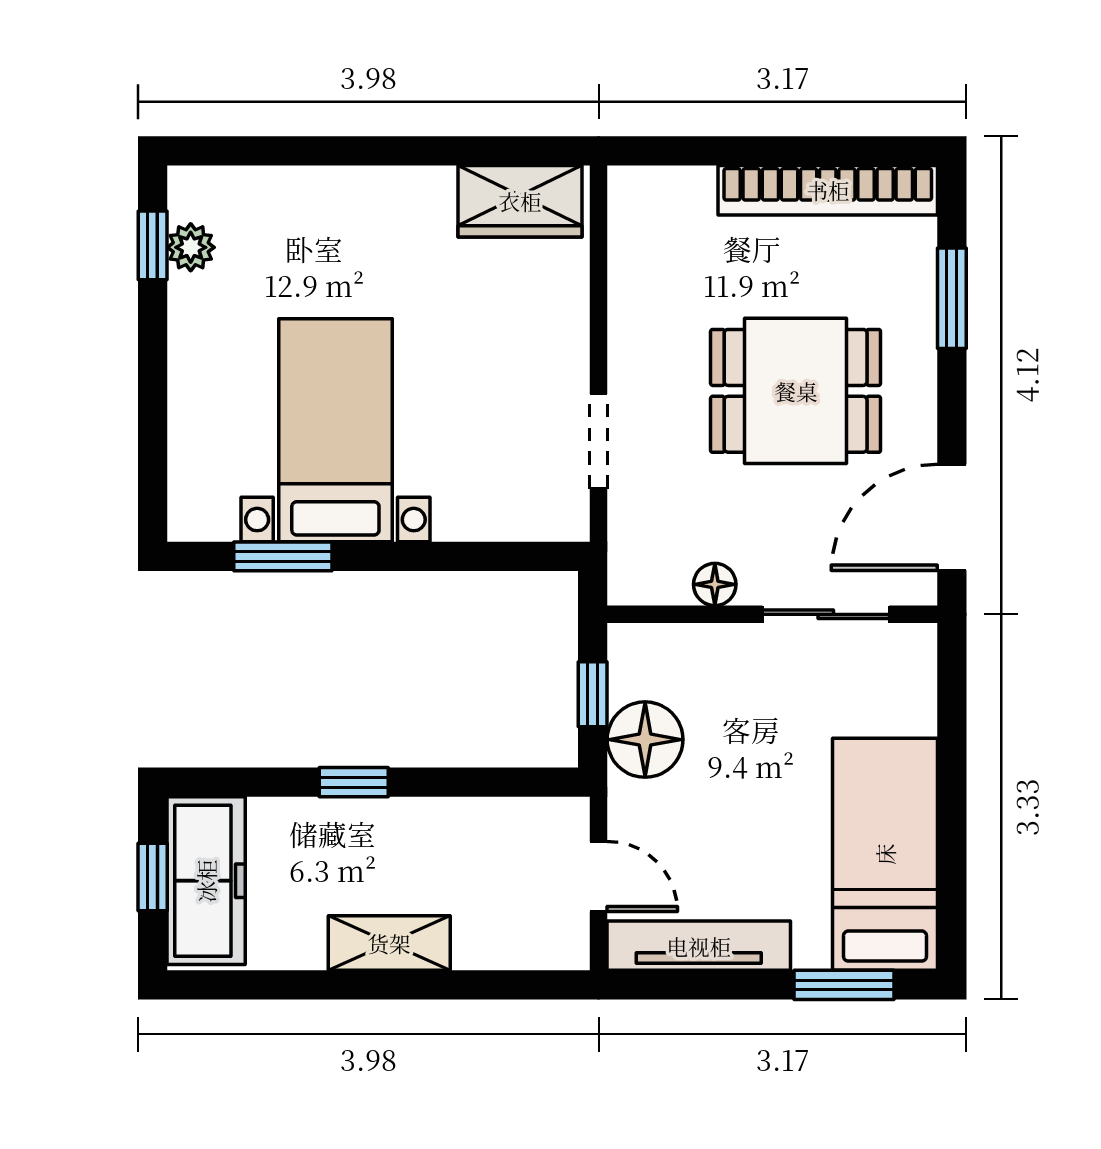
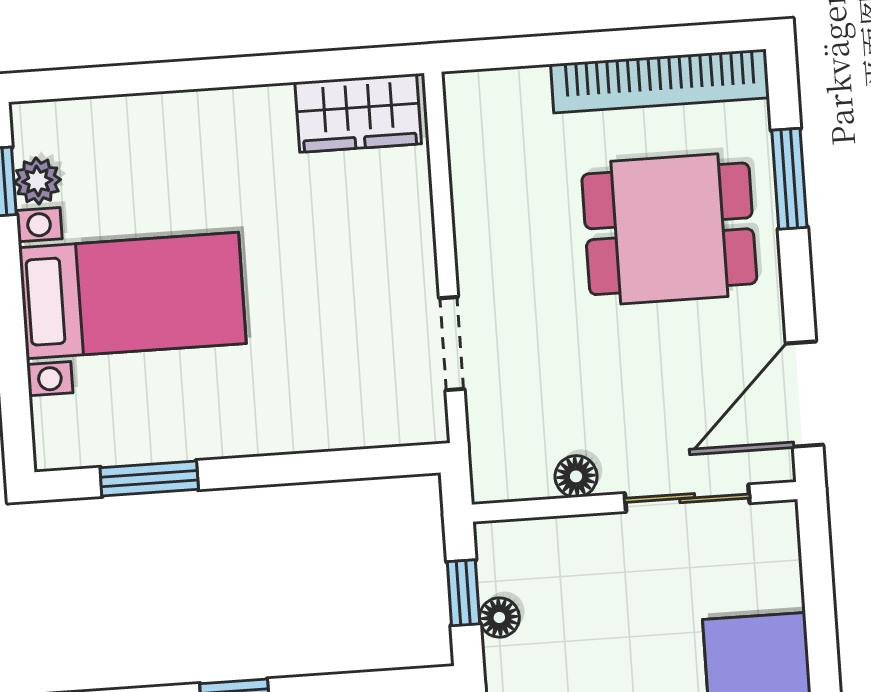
dining table: (796, 391) -> (669, 229), moved
bed with nightstands: (335, 430) -> (132, 296), moved, turned 90
floor lamp: (645, 740) -> (499, 618), width x0.53, depth x0.53

